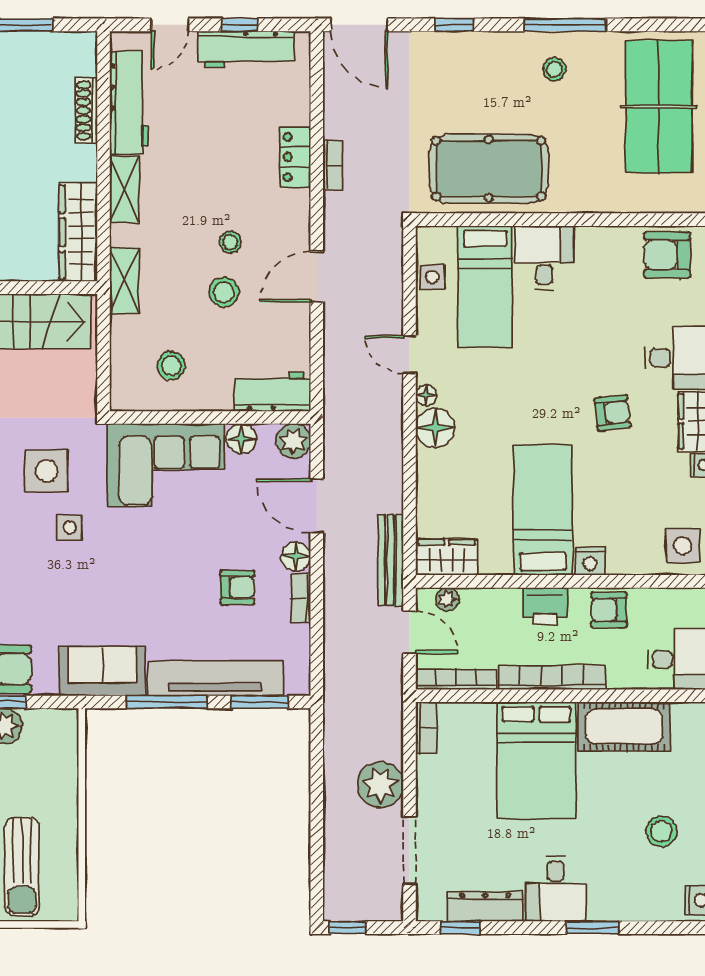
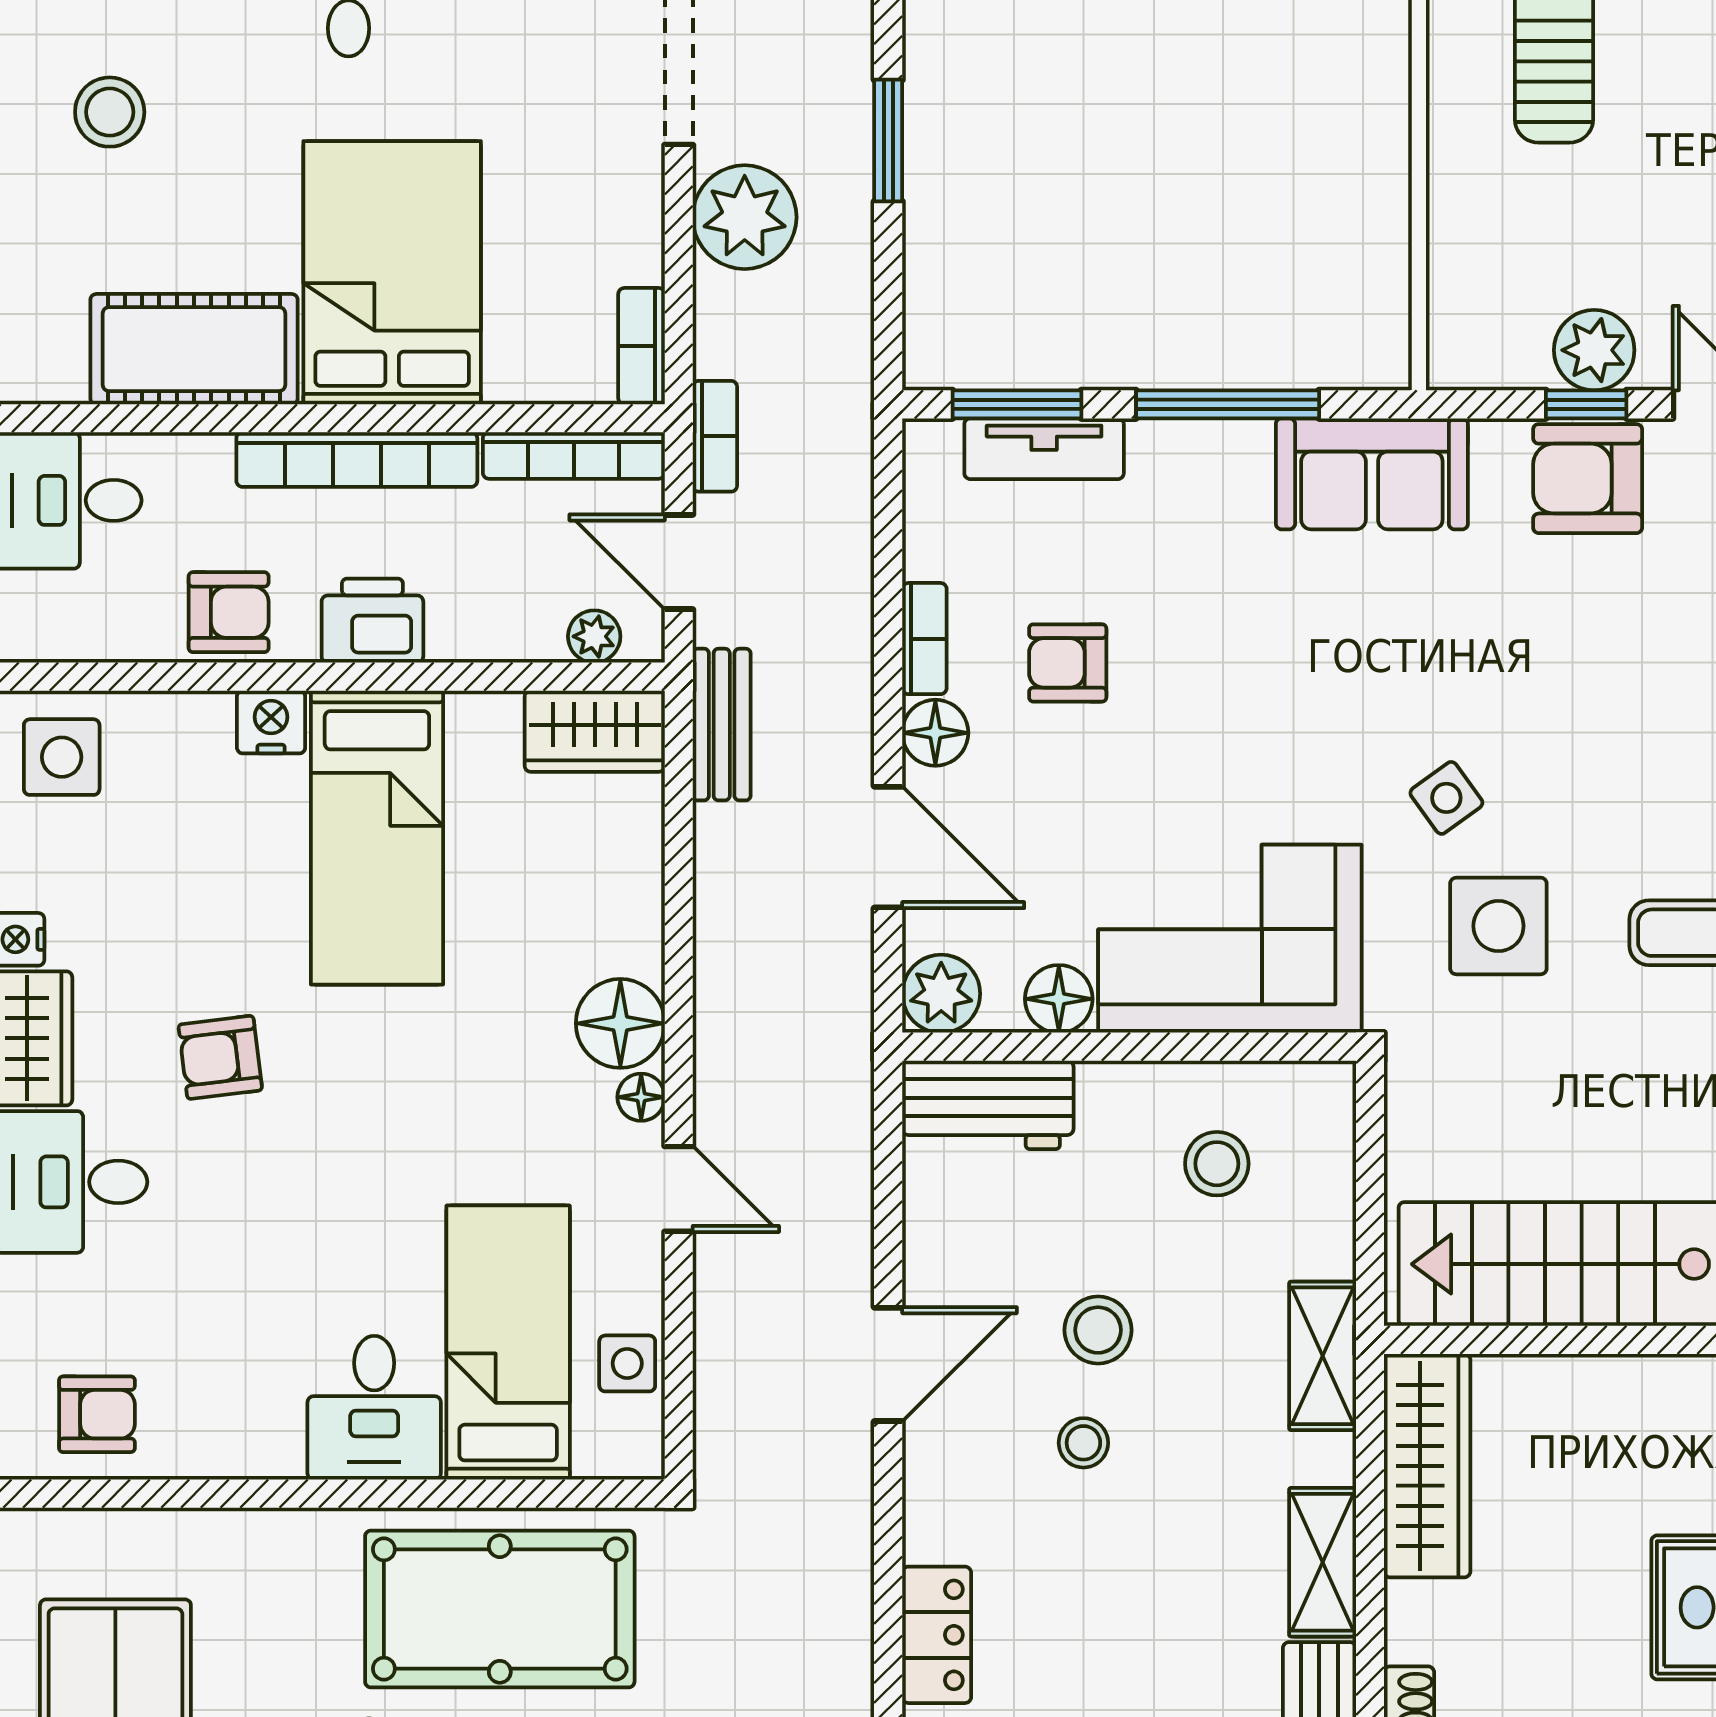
bookcase: (333, 165) -> (715, 436), moved, turned 180
armchair: (667, 255) -> (97, 1414), width x0.72, depth x0.72
side table: (70, 528) -> (1446, 798), turned -36
bench: (390, 560) -> (722, 725), width x0.73
tv unit: (215, 678) -> (1044, 449), width x0.52, depth x0.78
window: (317, 819) -> (888, 141), added

